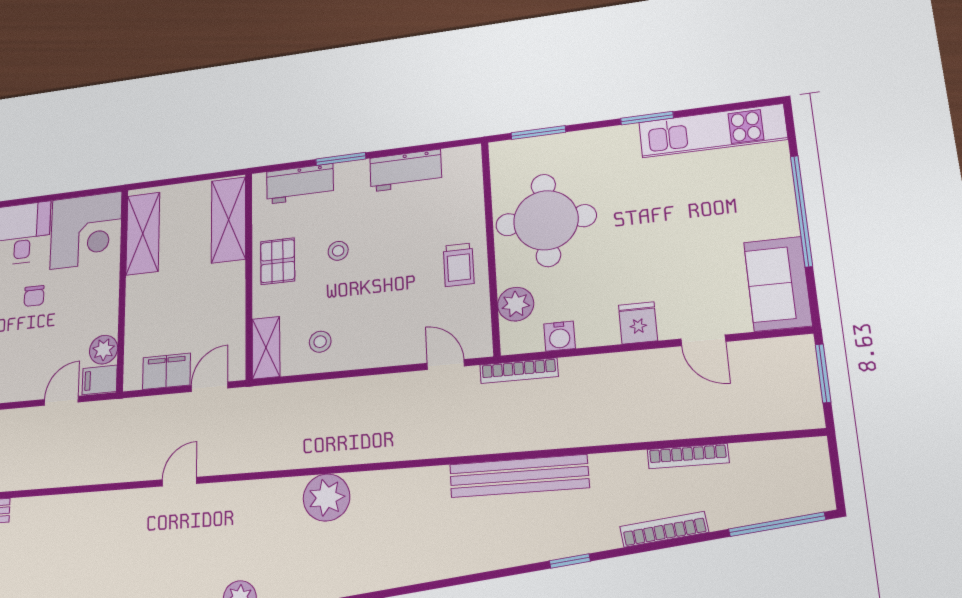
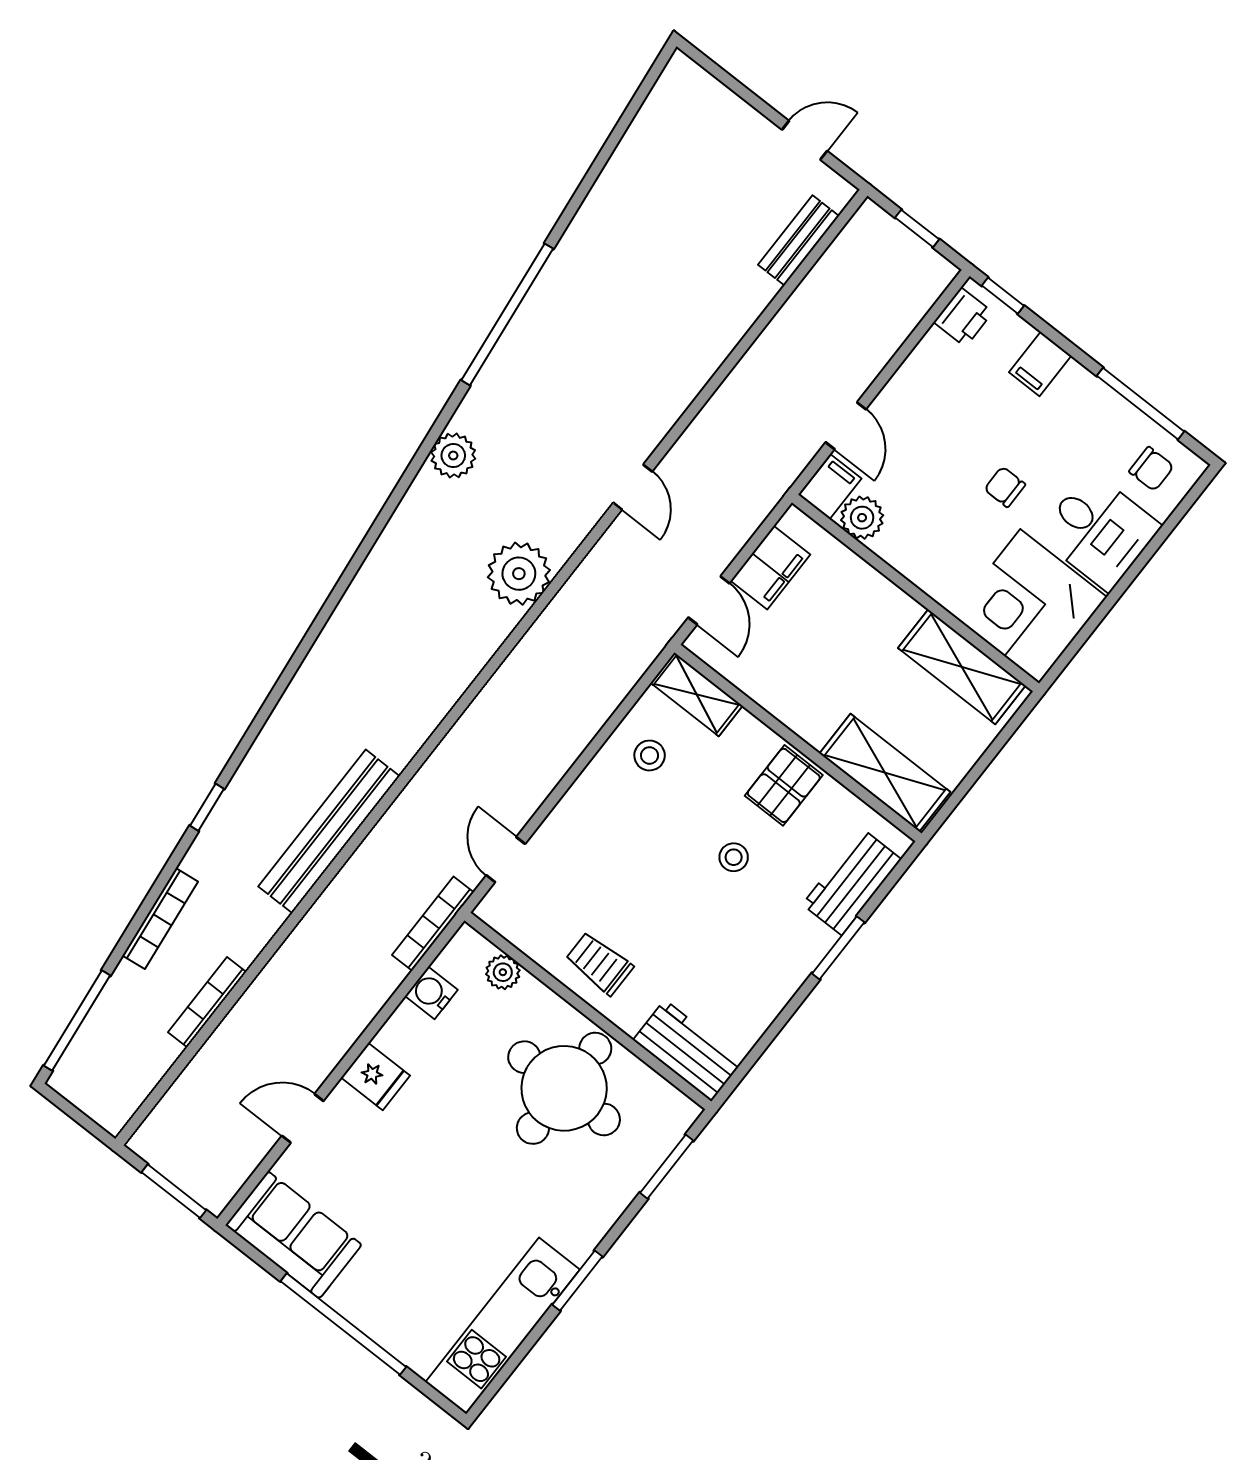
workbench: (406, 171) -> (688, 1050), moved, turned 90
pallet: (278, 261) -> (784, 785), turned 90
plant: (516, 304) -> (503, 972), width x0.73, depth x0.73
door: (446, 365) -> (506, 860), swing flipped
plant: (327, 497) -> (519, 574), moved

